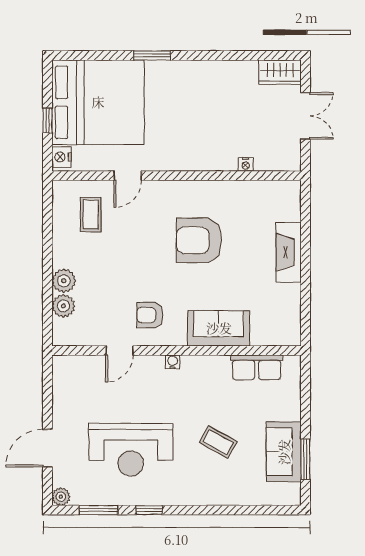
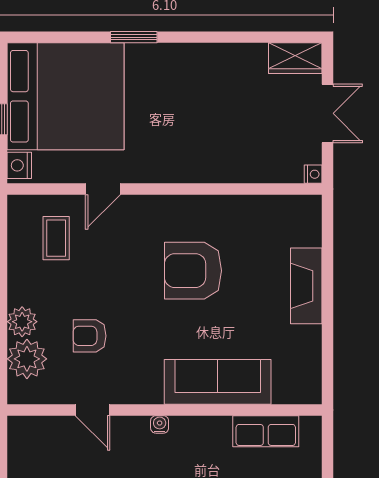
nightstand: (246, 164) -> (313, 174), moved, turned -90
plant: (63, 306) -> (27, 359), width x1.36, depth x1.36
armchair: (150, 315) -> (90, 336), moved
sofa: (219, 328) -> (218, 382), width x1.36
door: (119, 351) -> (92, 410), hinge flipped

